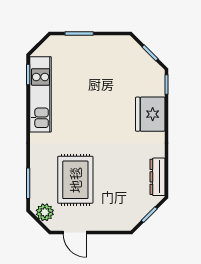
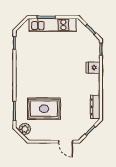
kitchen unit: (41, 94) -> (53, 25), moved, turned 90
fridge: (150, 114) -> (93, 68), width x0.53, depth x0.75
rug: (75, 180) -> (44, 109), turned 90
door: (75, 232) -> (66, 142), moved

